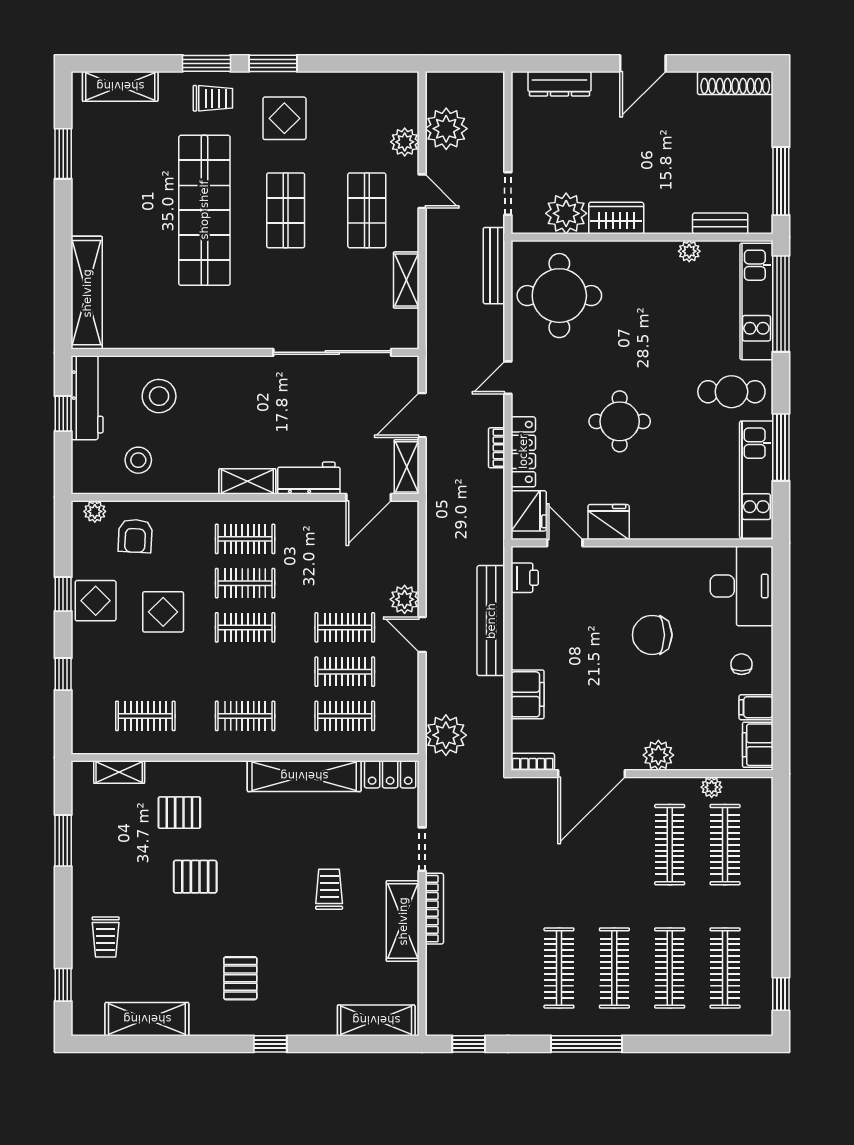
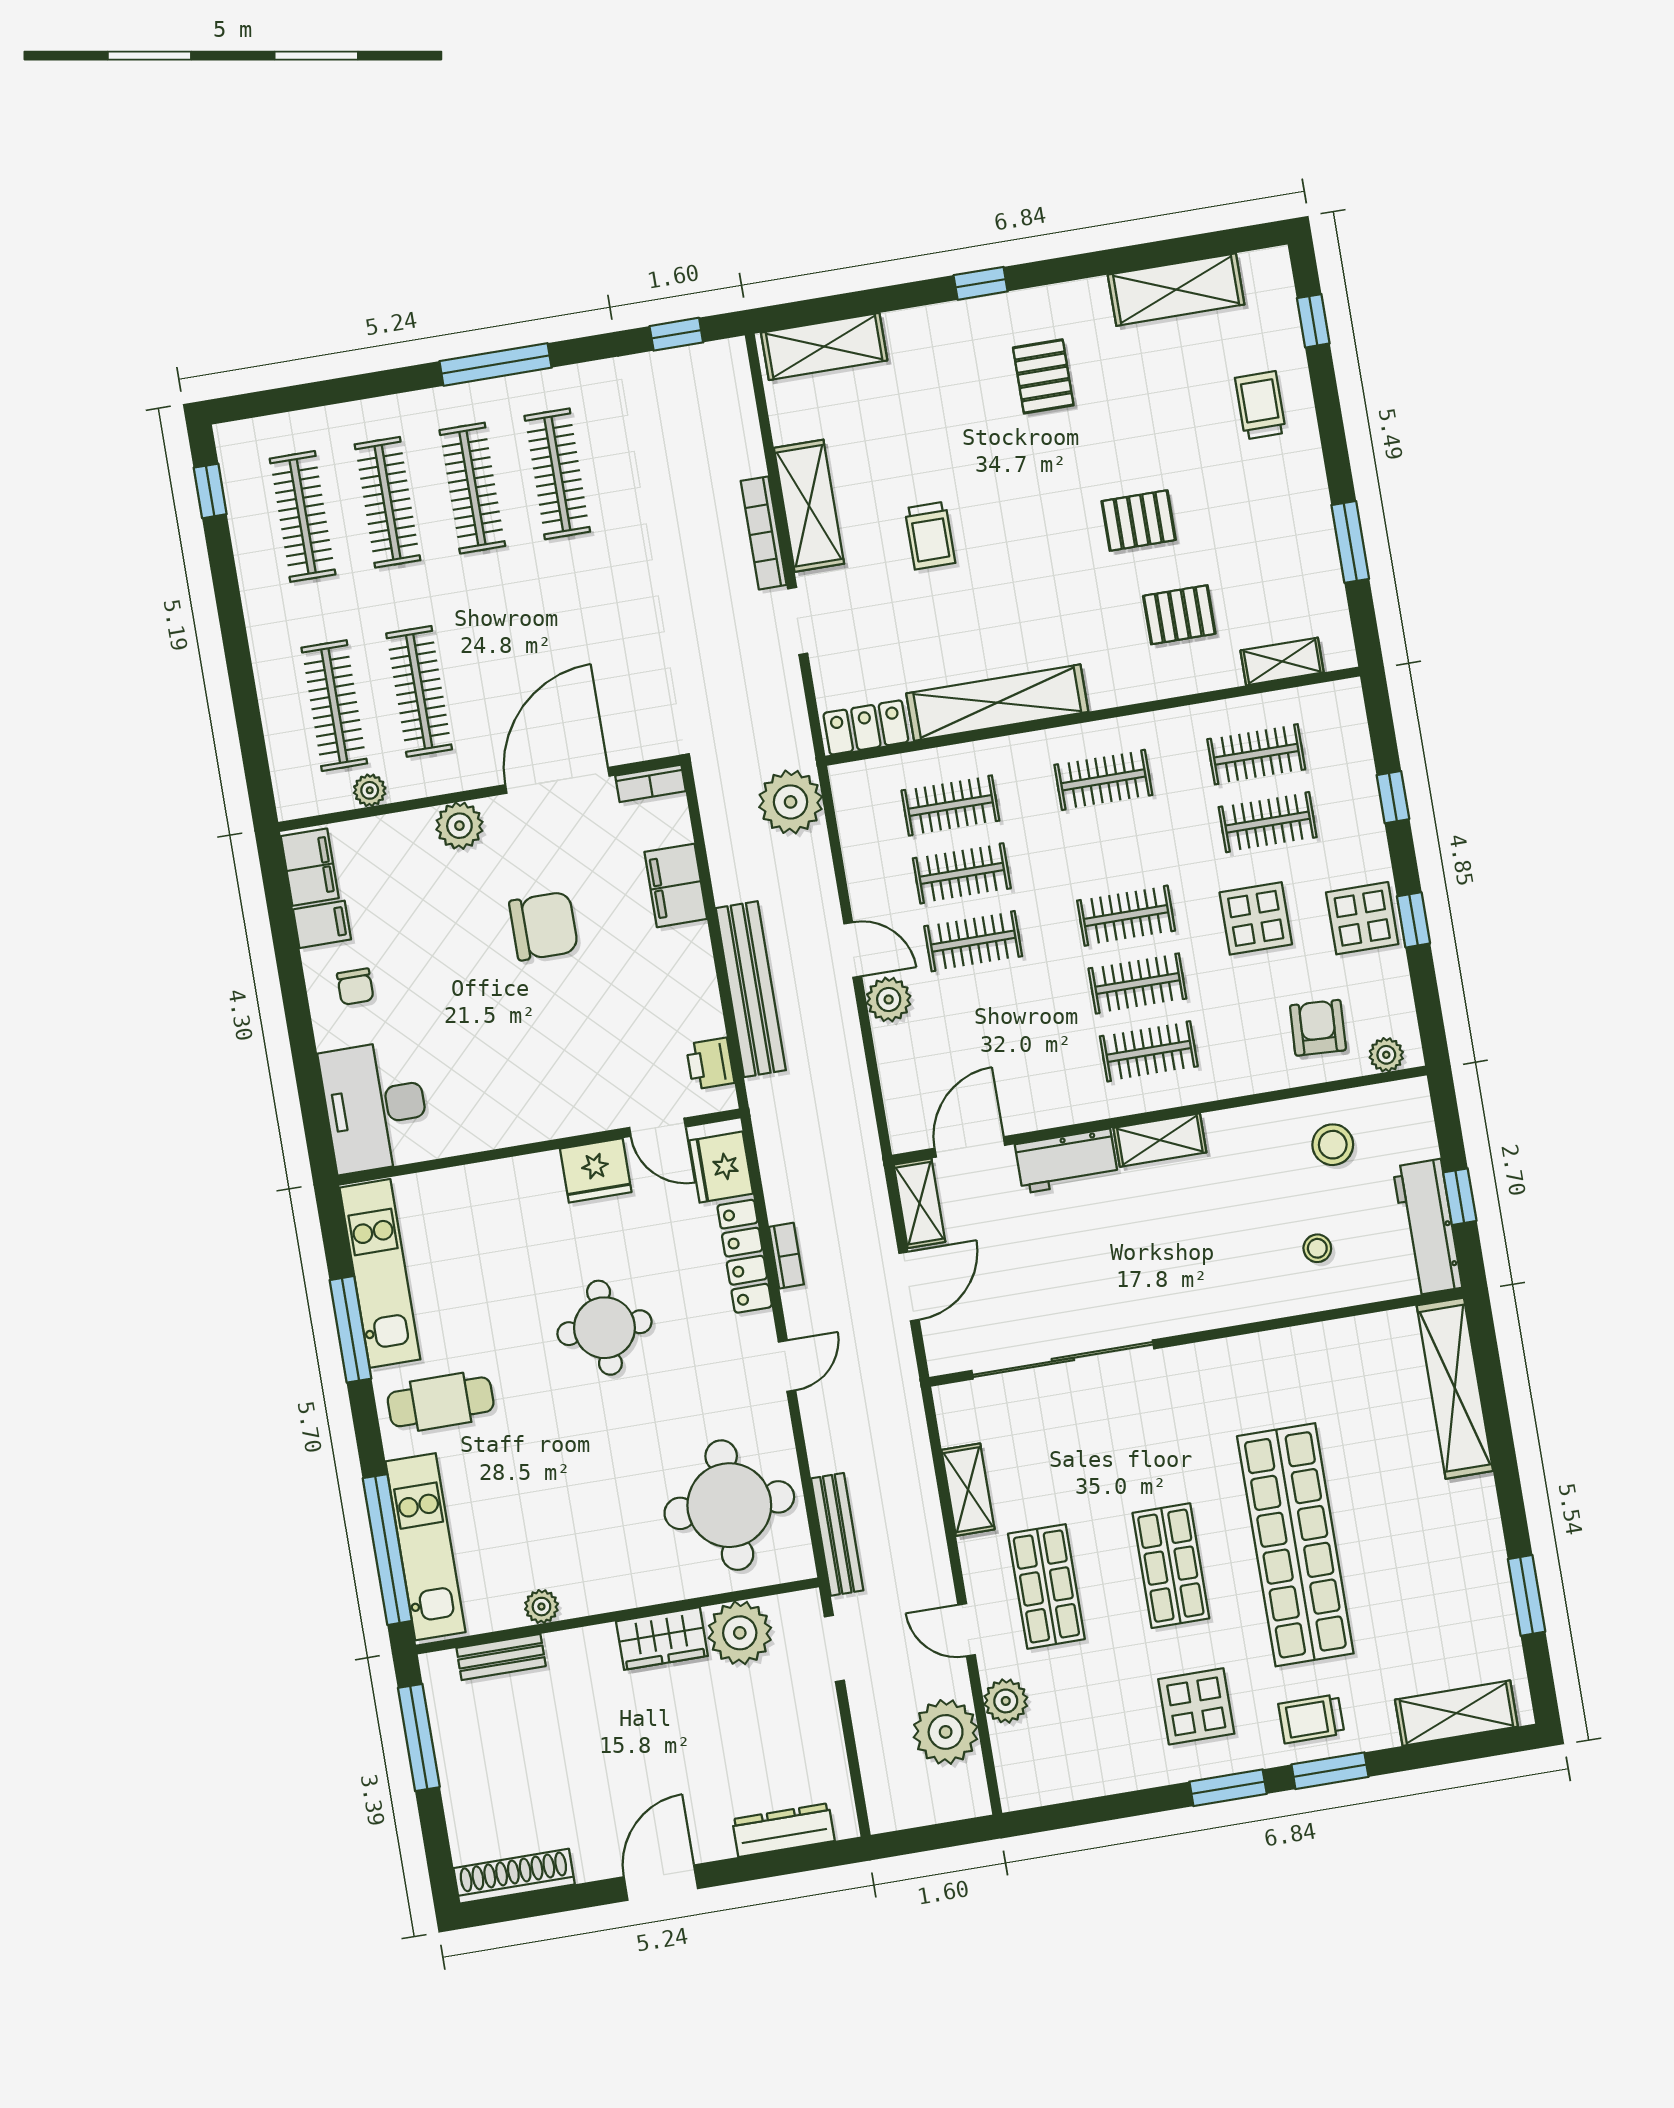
stool: (159, 396) -> (1317, 1248), width x0.53, depth x0.53
chair: (652, 635) -> (544, 926), moved
clothes rail: (145, 672) -> (1268, 822), added

